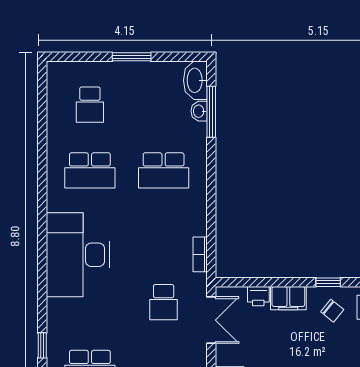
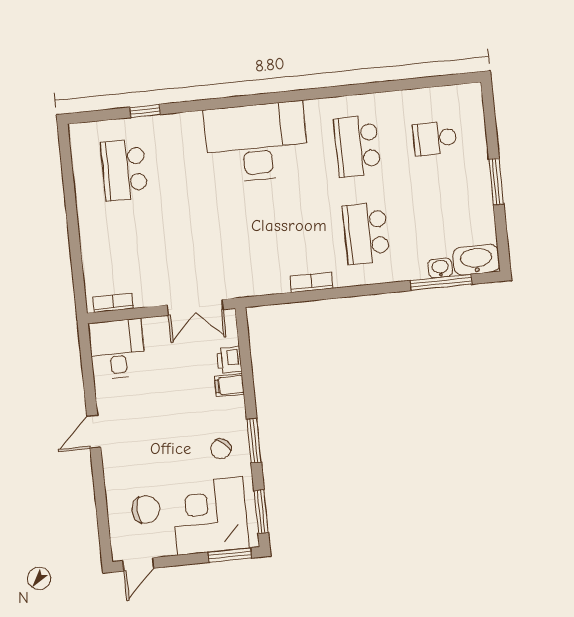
bookcase: (200, 254) -> (312, 282), moved
window: (328, 282) -> (254, 441), width x1.50
filing cabinet: (288, 298) -> (229, 385), width x0.50
school desk: (164, 302) -> (211, 249), removed

